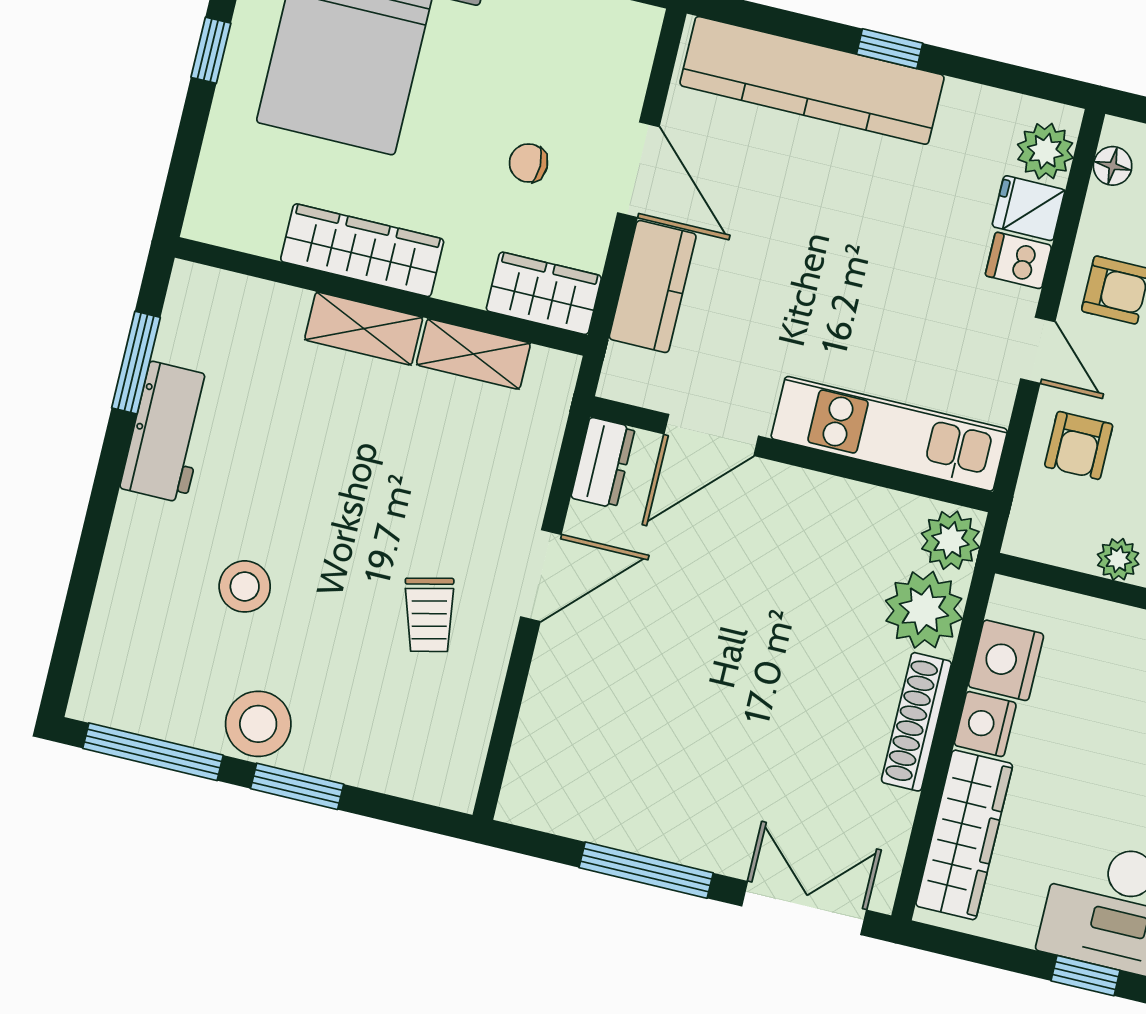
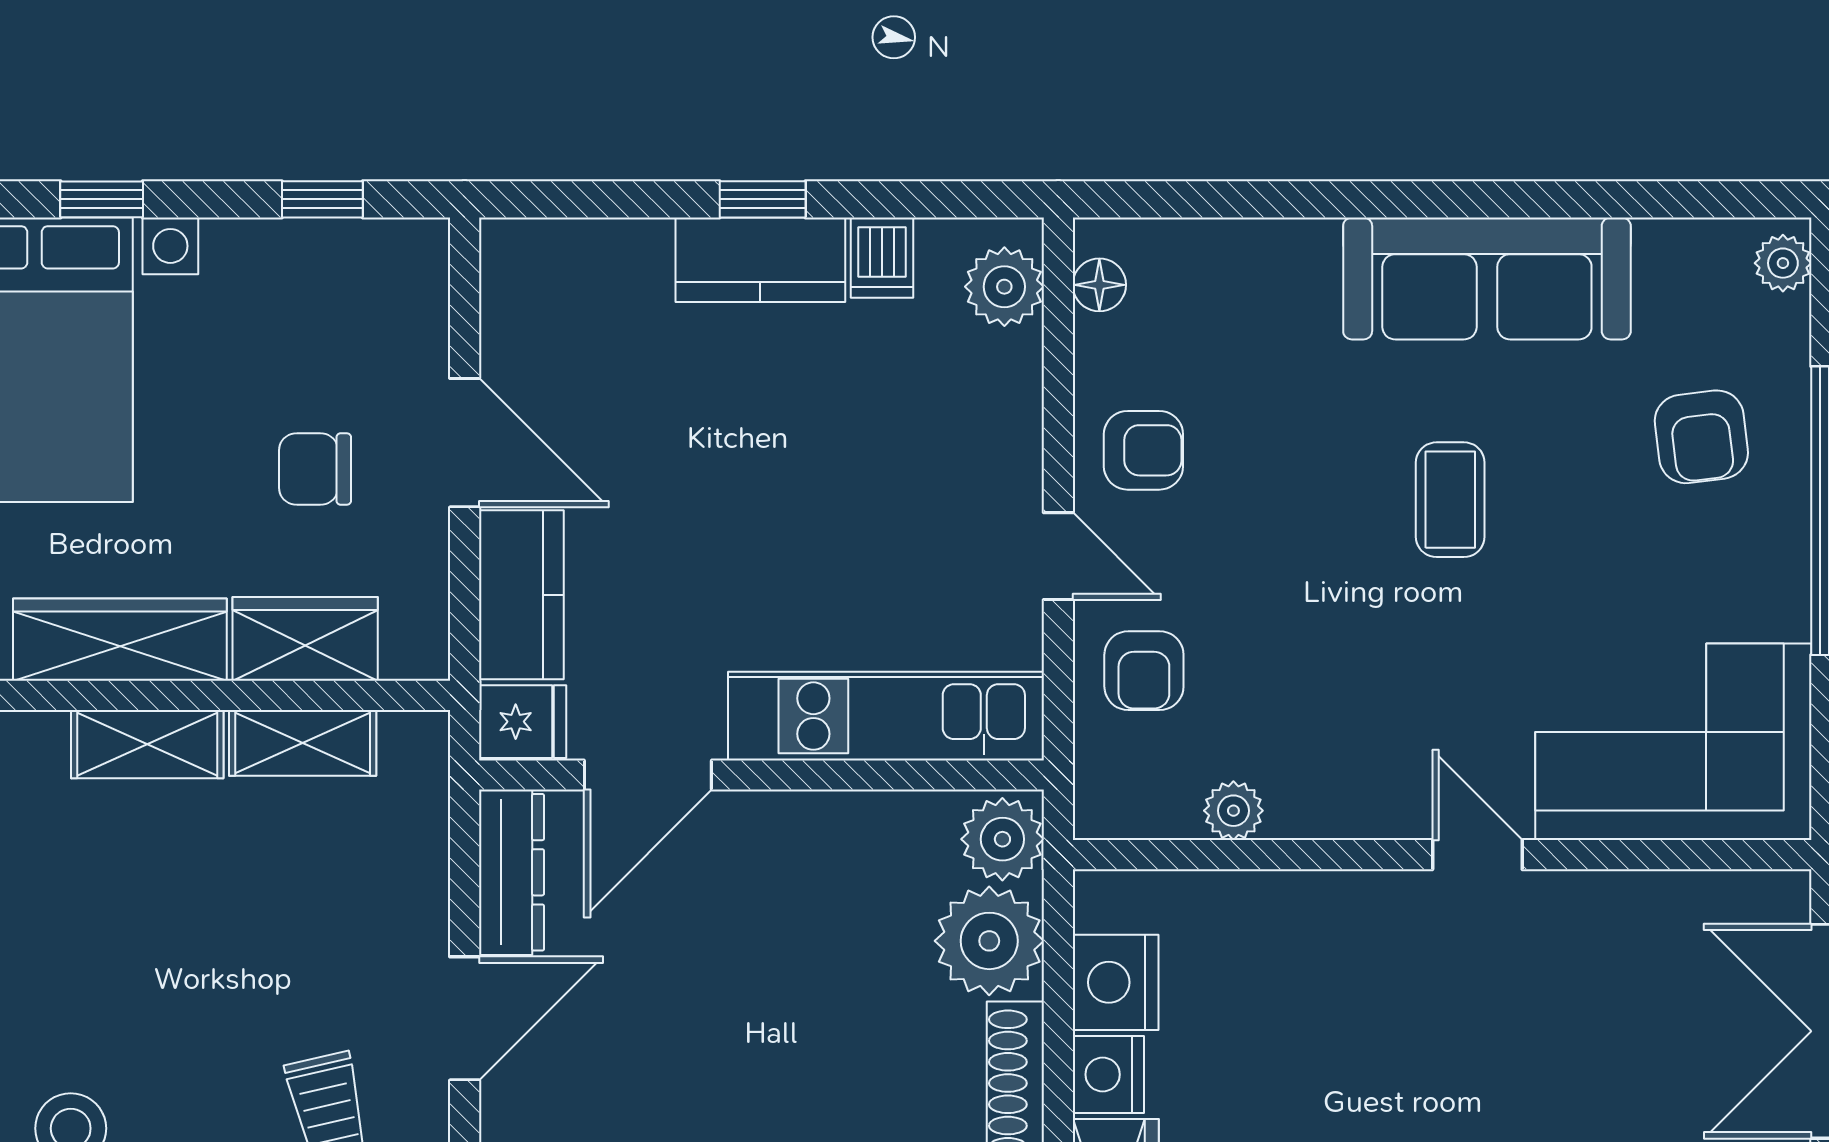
kitchen counter: (812, 80) -> (760, 260), width x0.48, depth x0.86
chair: (529, 163) -> (315, 469), width x1.37, depth x1.37
fridge: (1029, 208) -> (523, 722), moved, turned 180
dishwasher: (1018, 261) -> (882, 258), moved, turned -90
wardrobe: (544, 293) -> (305, 639), moved
dresser: (603, 463) -> (511, 872), width x1.44

